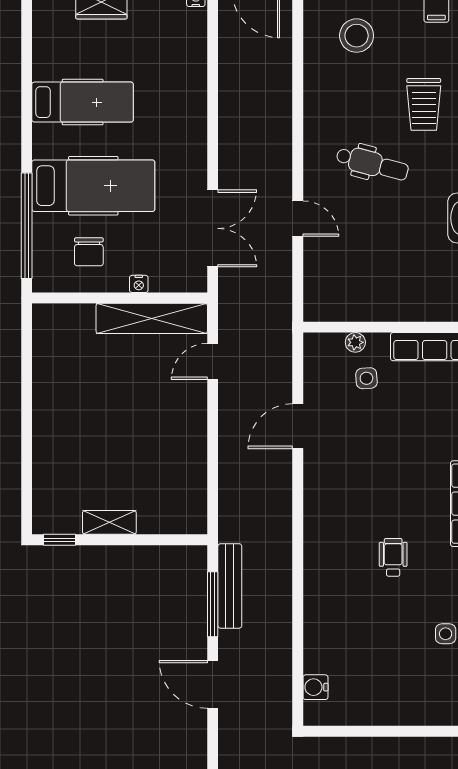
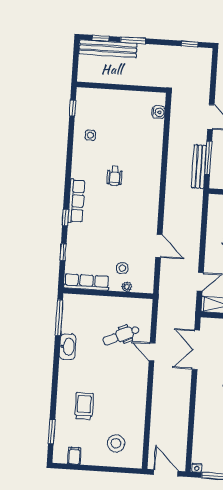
dental chair: (372, 164) -> (121, 335), moved, turned -39
door: (298, 426) -> (159, 246), hinge flipped

